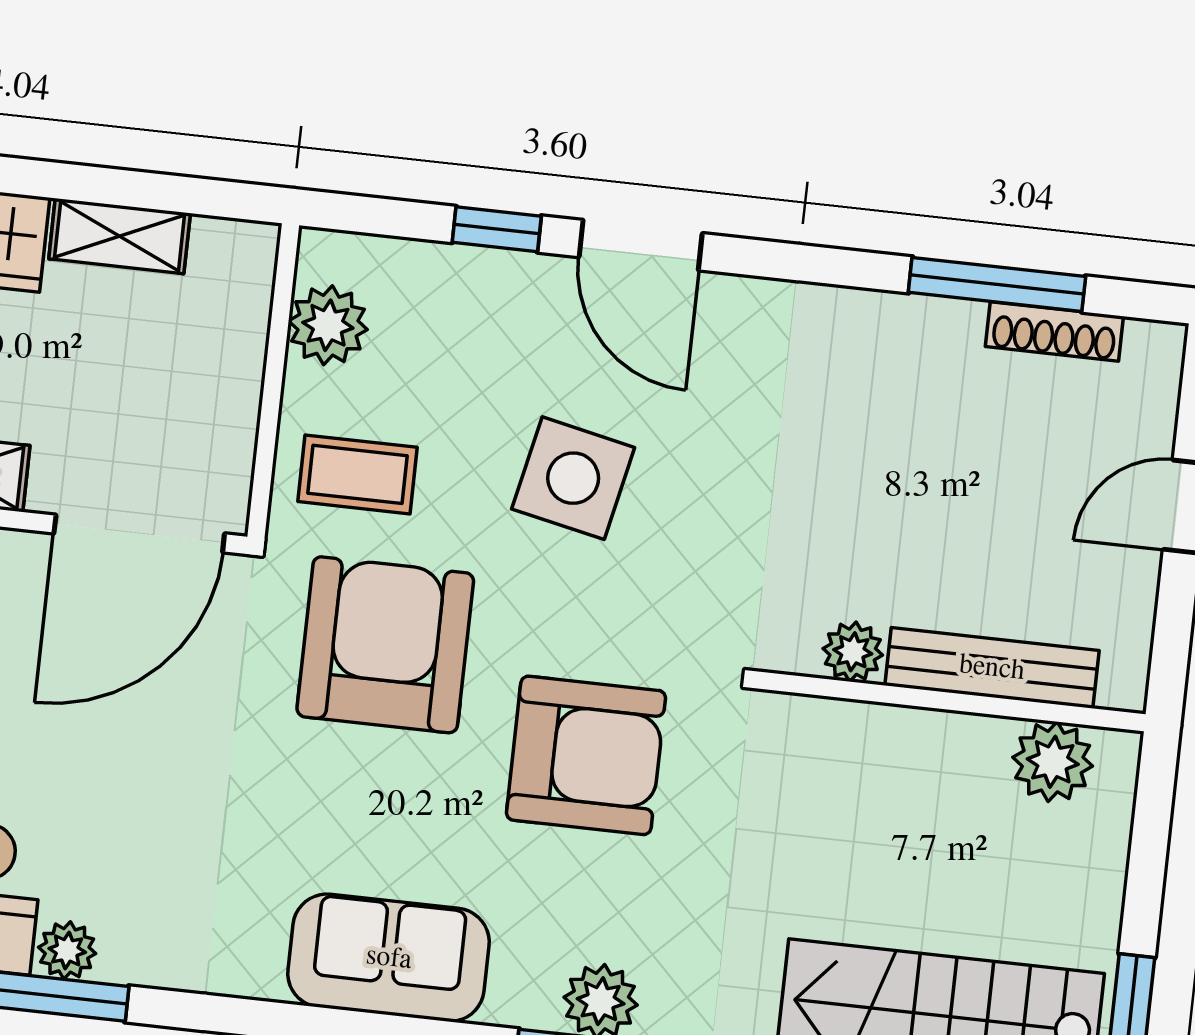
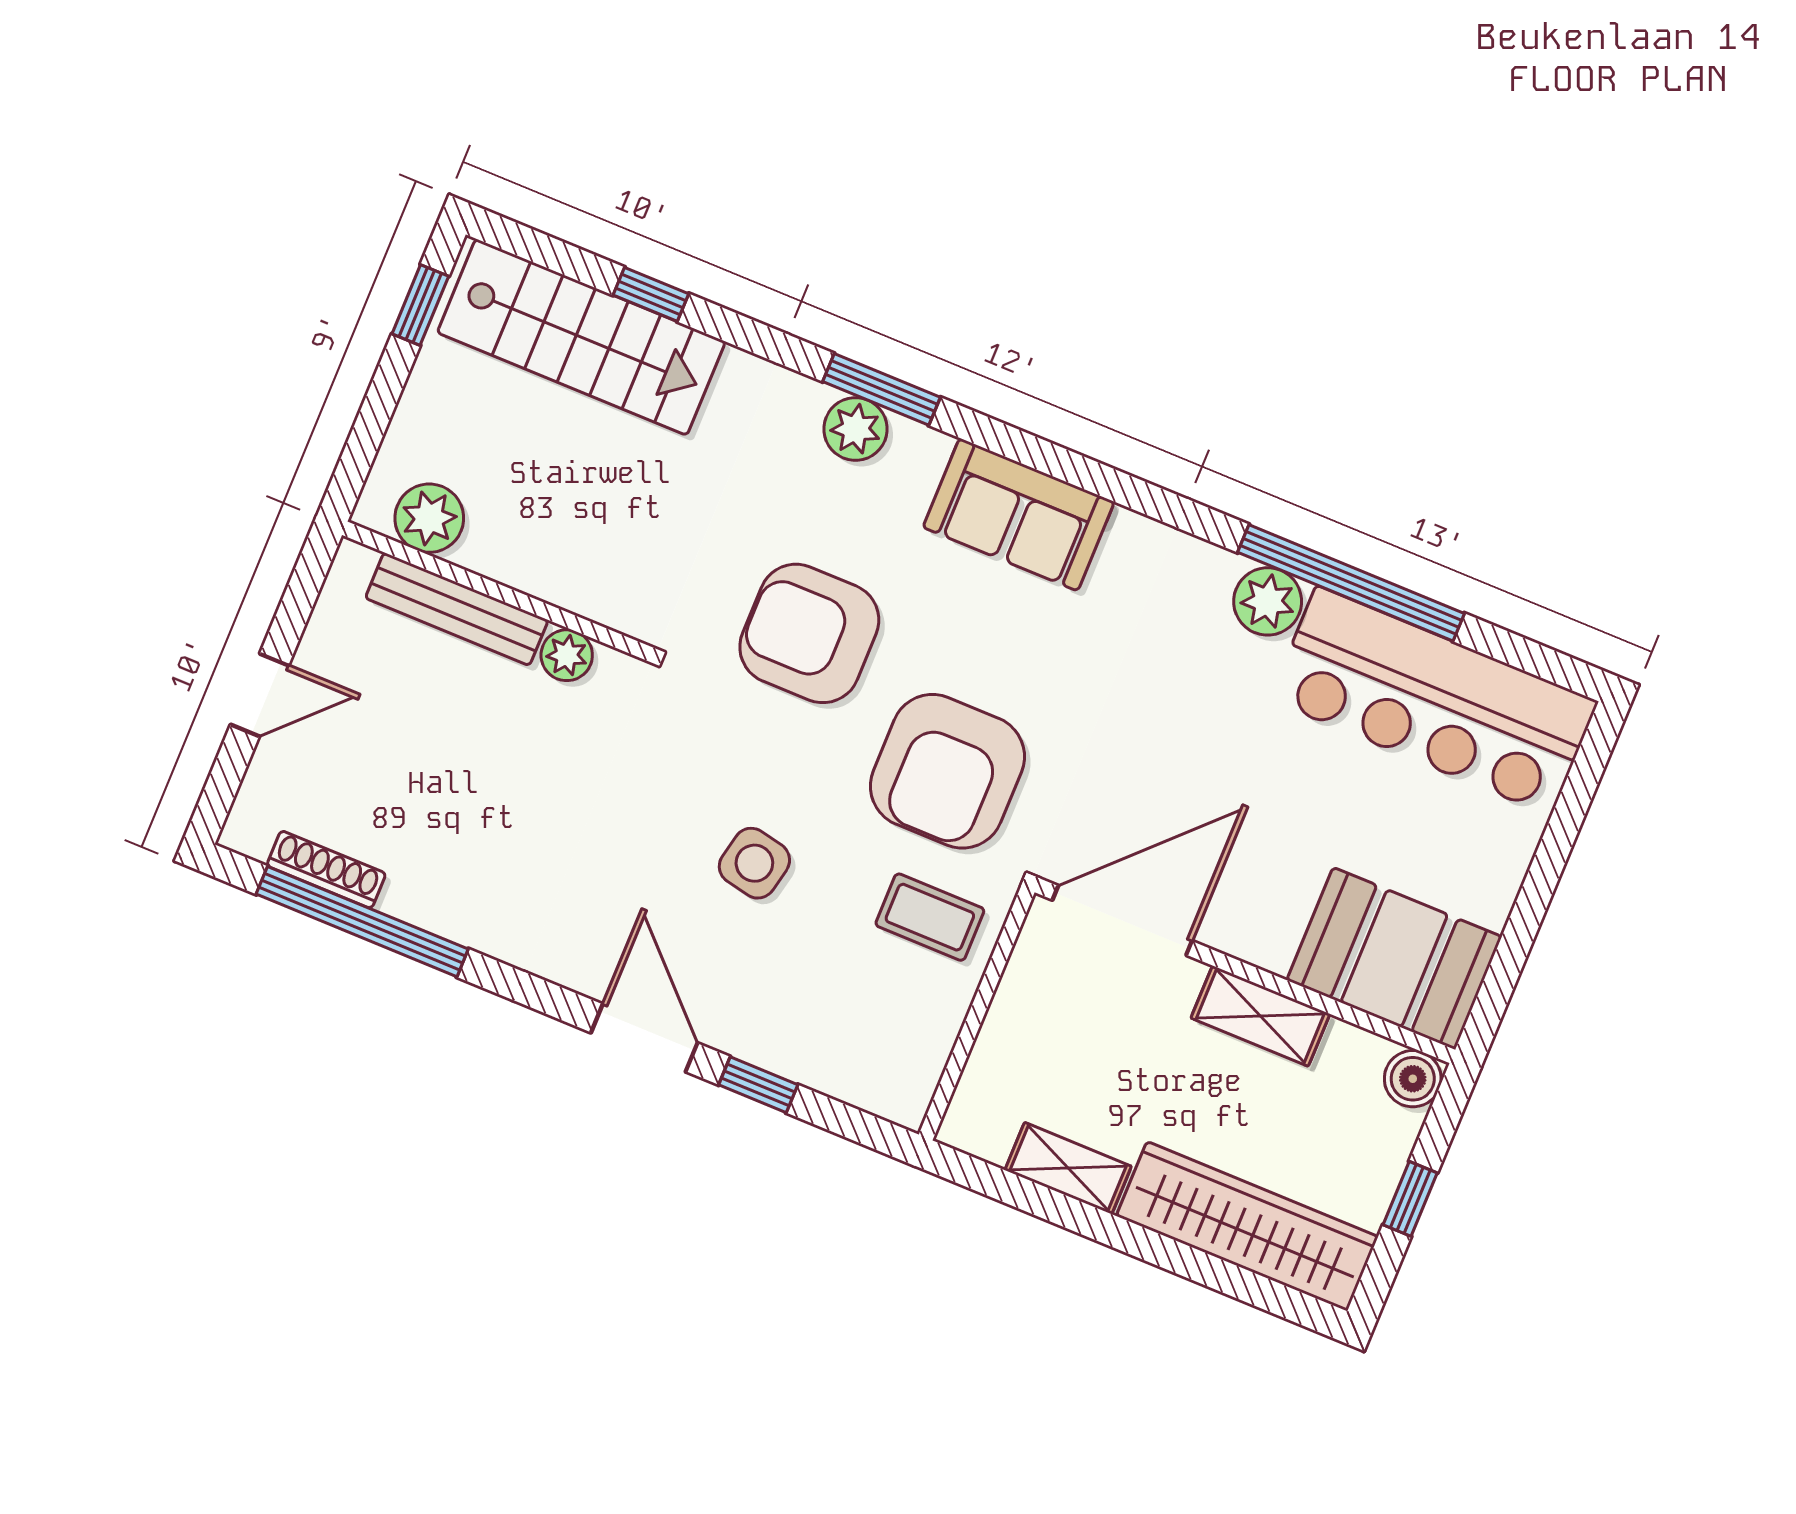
window: (997, 284) -> (362, 922), width x1.46
plant: (328, 325) -> (919, 1046), removed
side table: (573, 478) -> (754, 863), width x0.73, depth x0.73
plant: (67, 950) -> (1268, 601), width x1.38, depth x1.38

